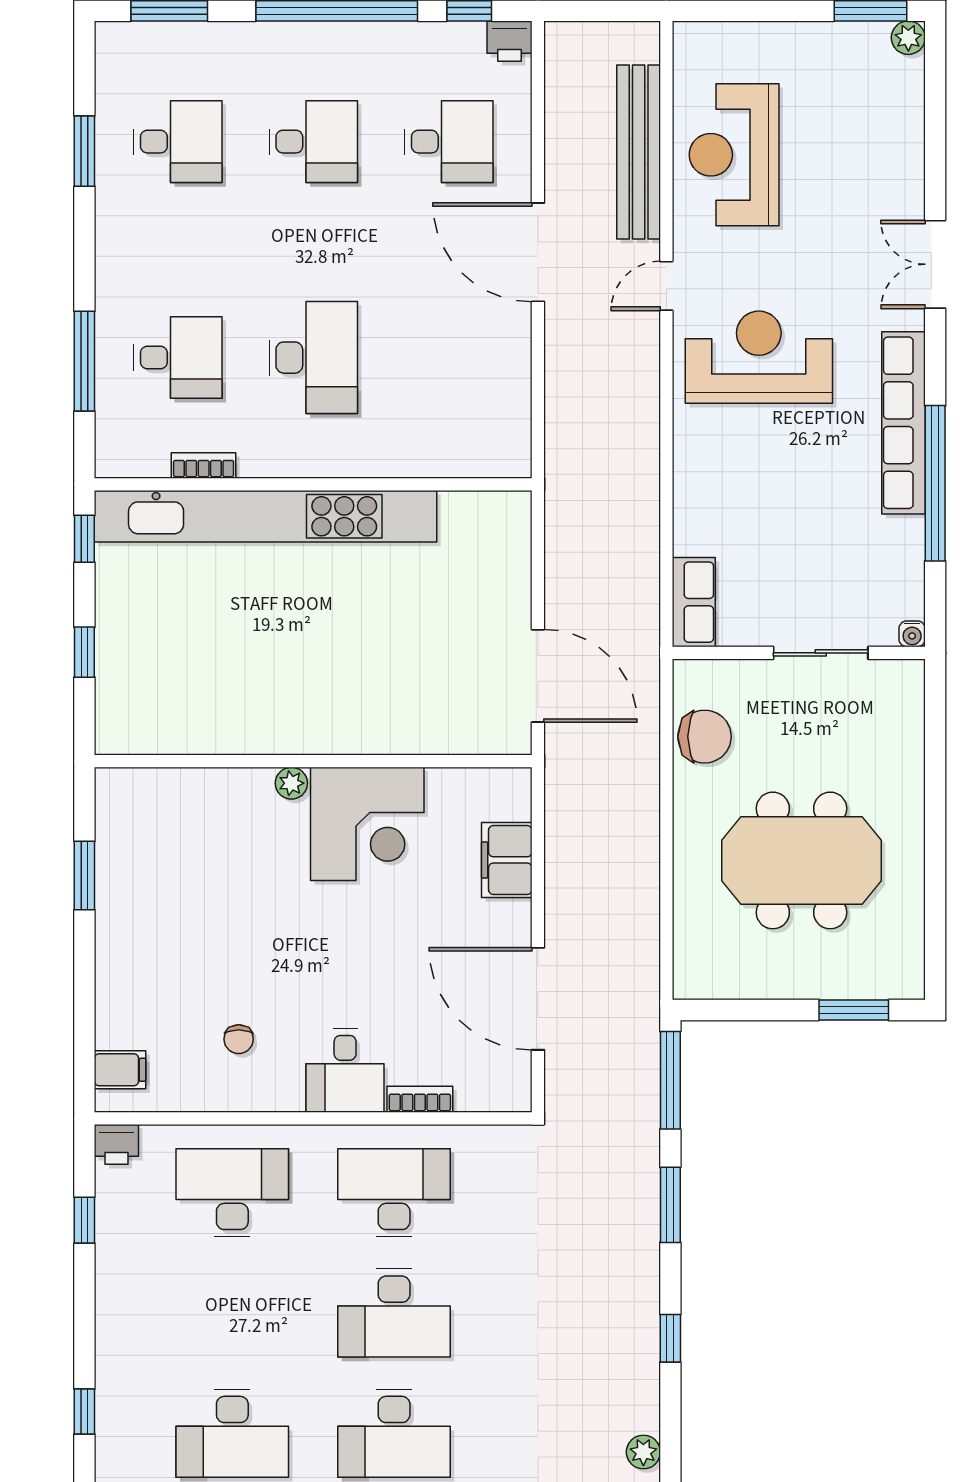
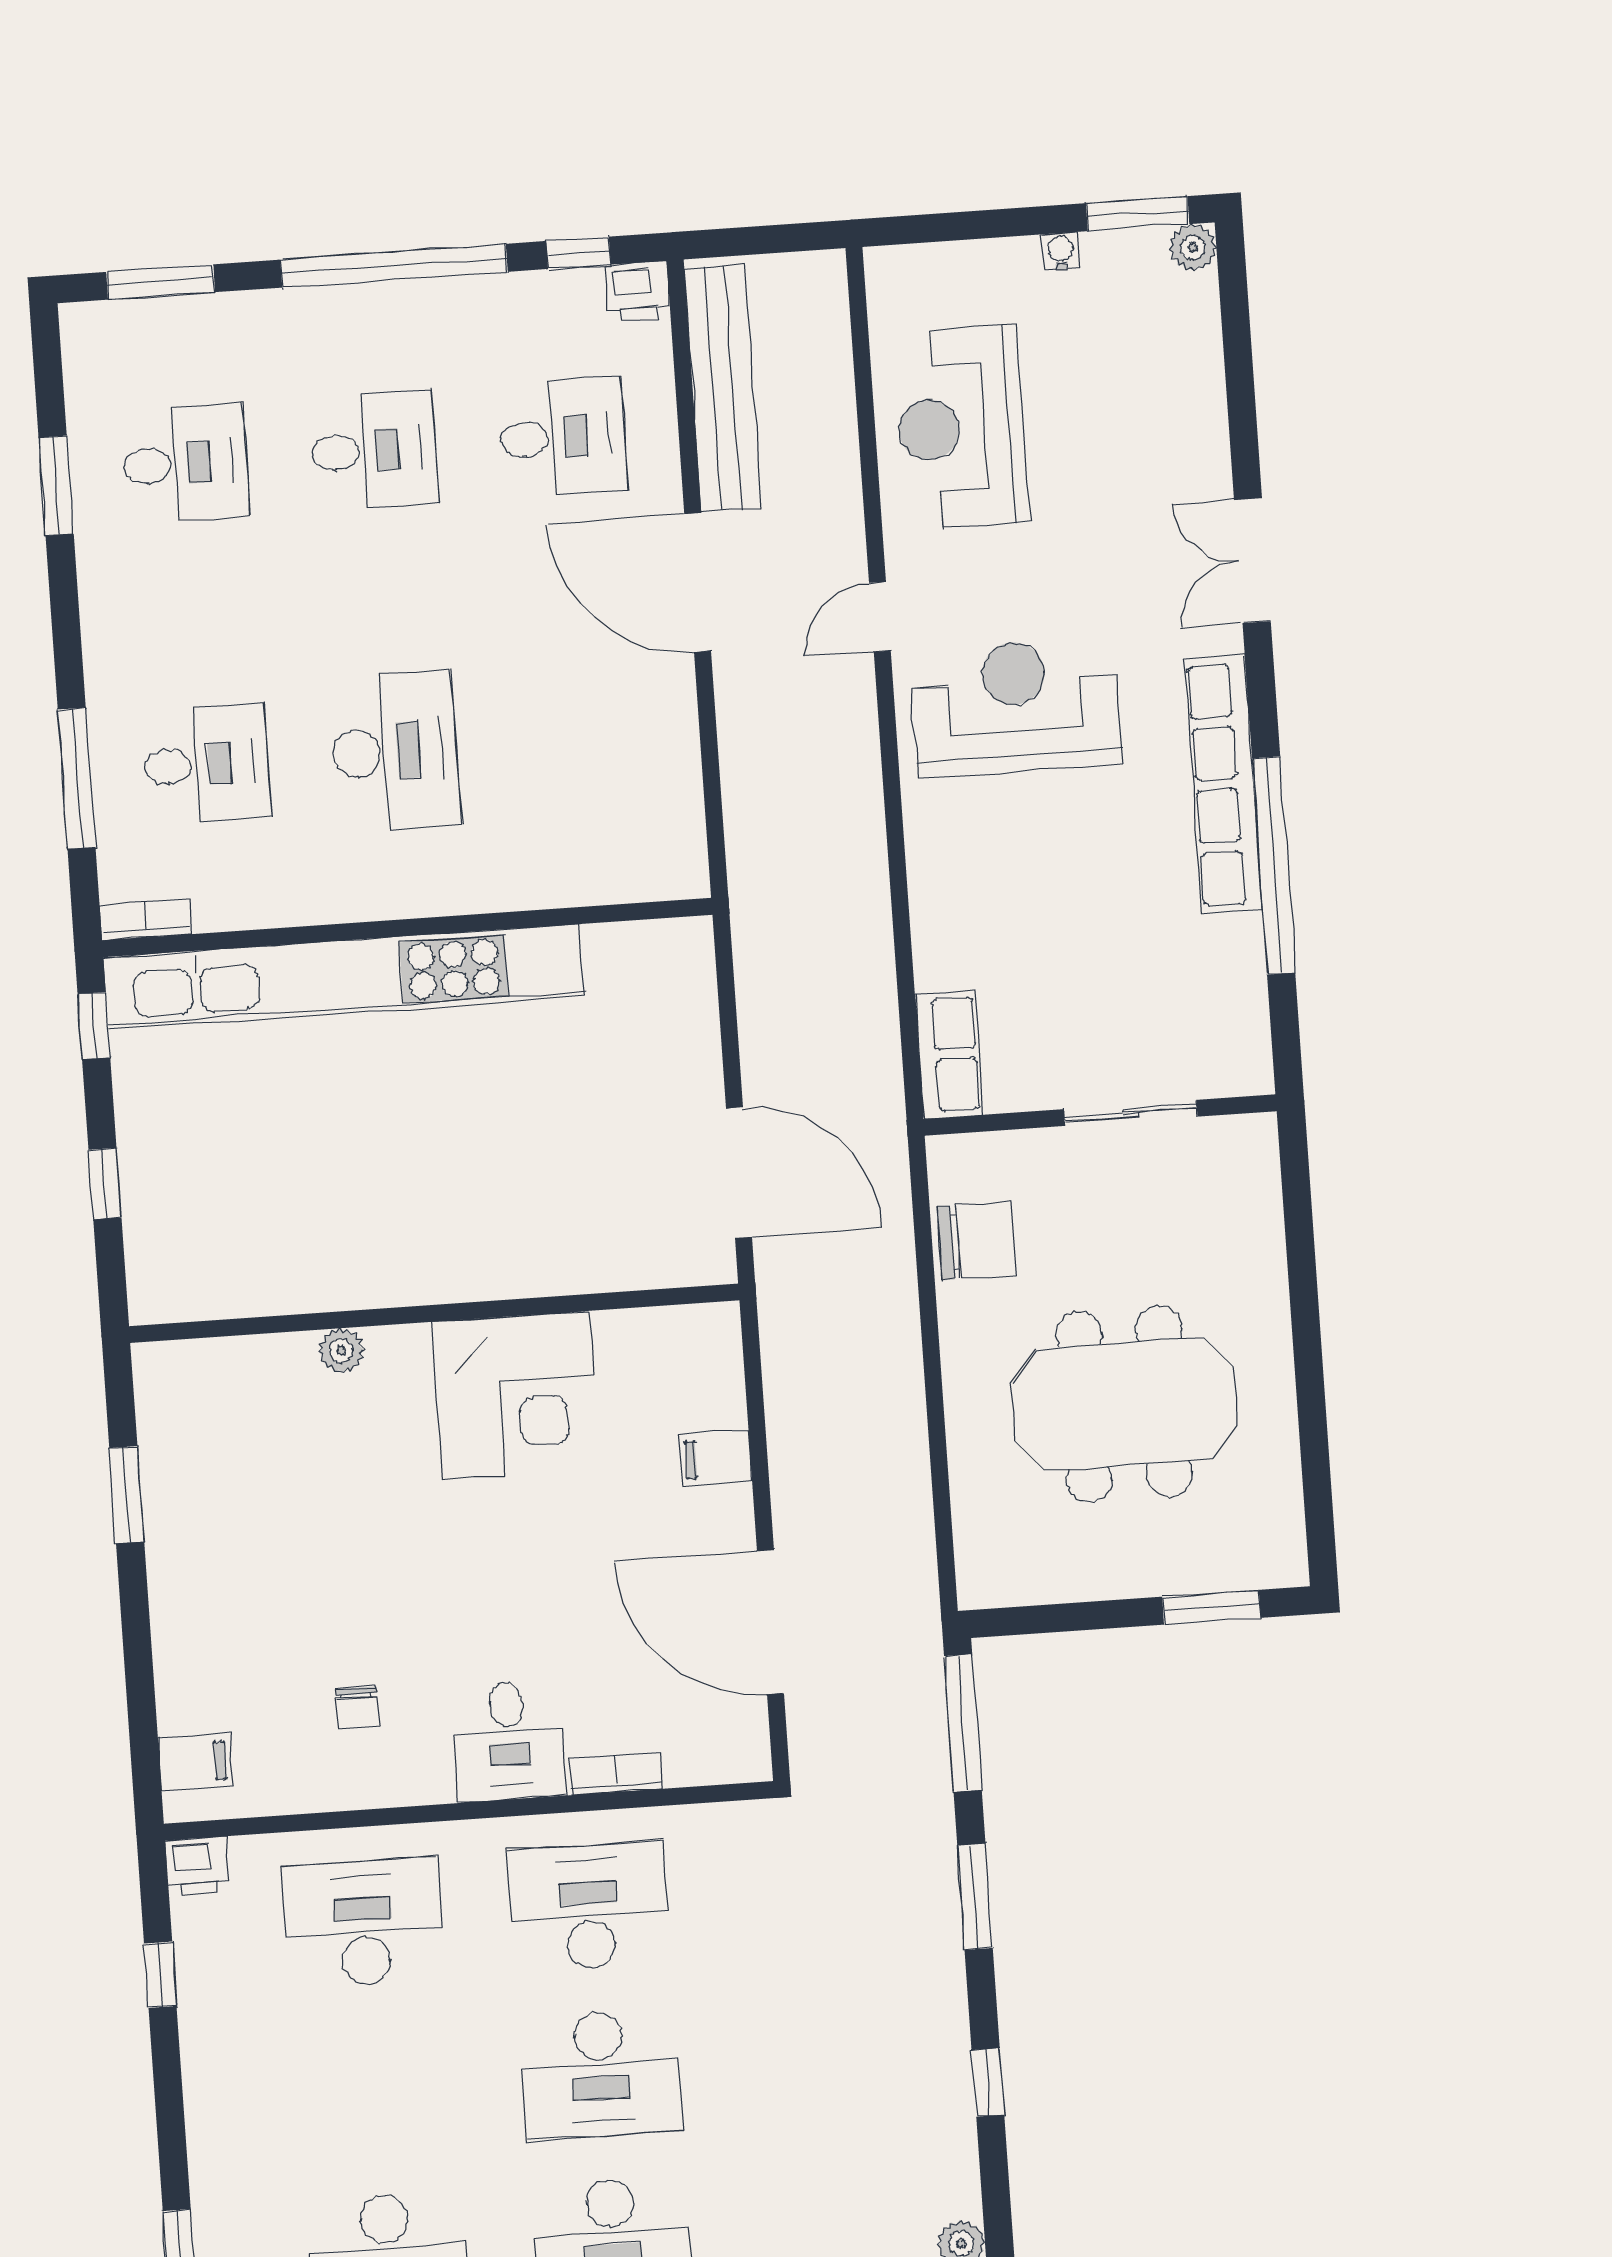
bench: (639, 152) -> (723, 388), moved
bookcase: (204, 465) -> (145, 920), moved
water cooler: (912, 634) -> (1061, 251), moved, turned 180
plant: (291, 783) -> (341, 1351), moved
filing cabinet: (507, 860) -> (715, 1458), width x0.50

